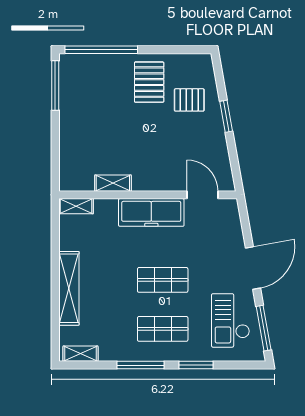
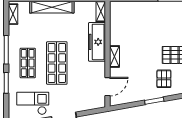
shelving: (113, 183) -> (114, 56), moved
freezer: (151, 212) -> (97, 42), moved
shop shelf: (163, 280) -> (57, 63), width x1.43, depth x1.36

